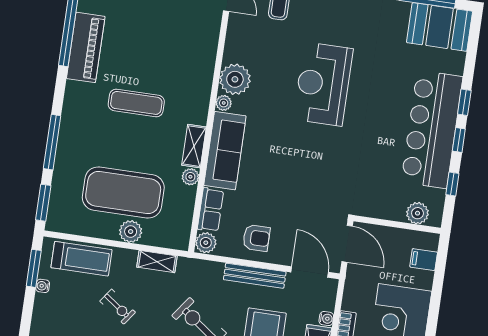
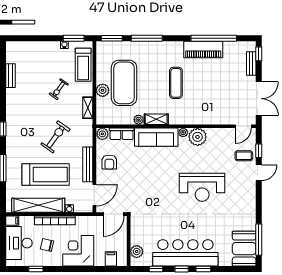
reception desk: (323, 84) -> (202, 187), turned 180

